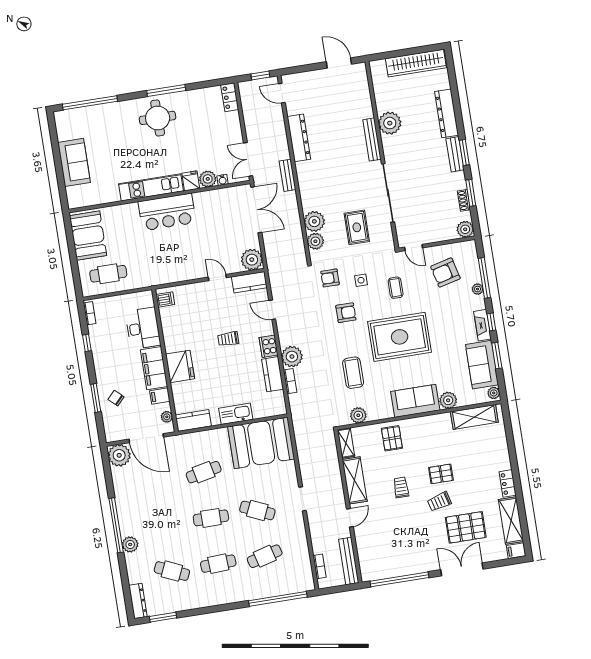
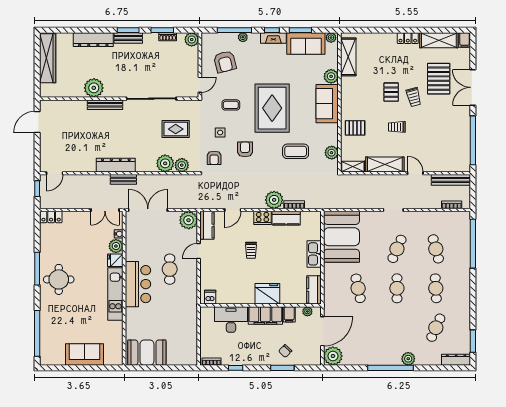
dresser: (299, 138) -> (116, 165), moved
cafe table: (108, 274) -> (170, 269), moved

